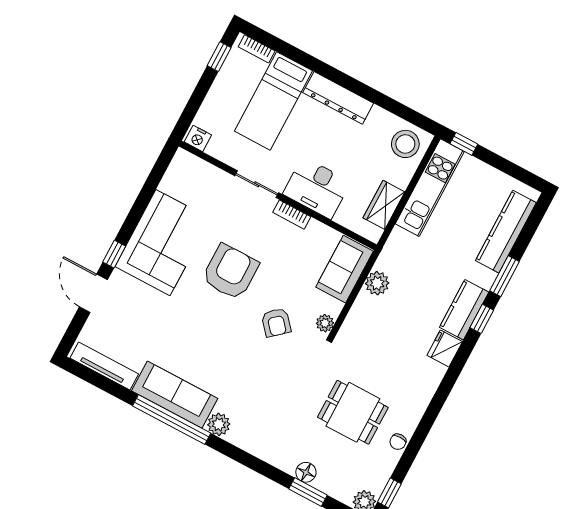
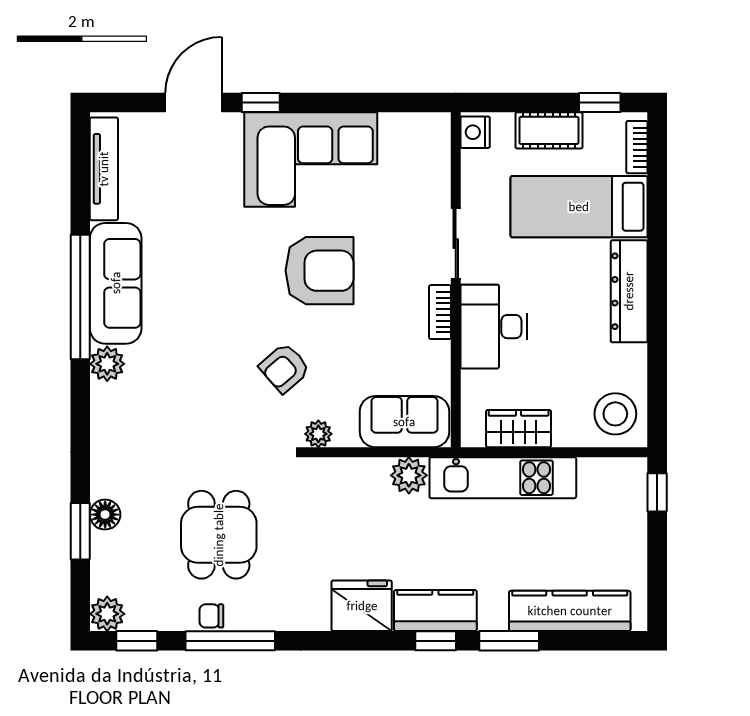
cot: (220, 95) -> (549, 130), added
kitchen unit: (430, 188) -> (503, 478), moved
fridge: (445, 348) -> (362, 606), width x1.36, depth x1.34
window: (418, 438) -> (230, 641), added

